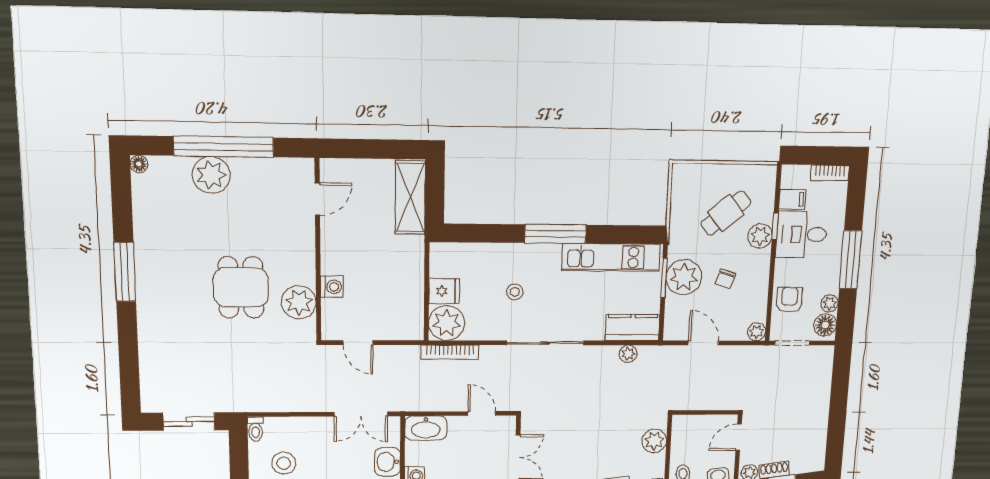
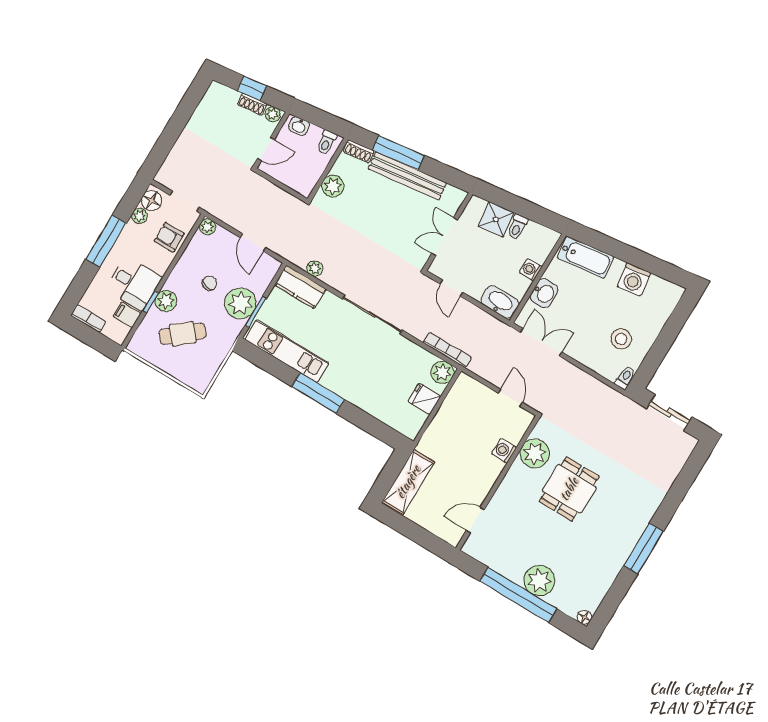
stool: (515, 292) -> (373, 367), removed
armchair: (789, 300) -> (169, 237), turned 90
plant: (447, 323) -> (442, 372), width x0.73, depth x0.73

